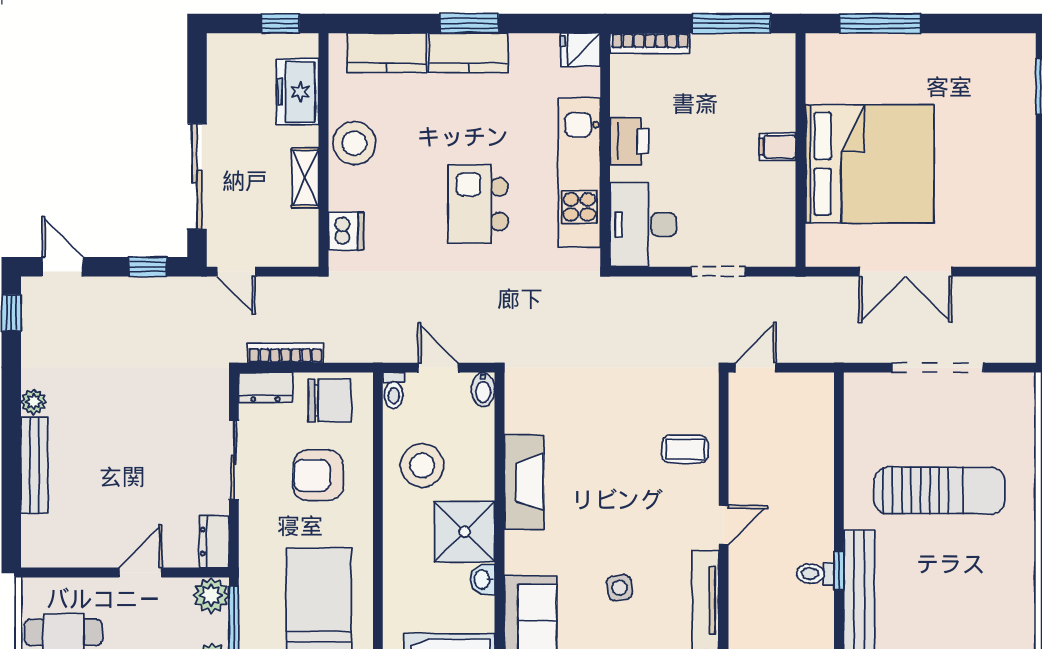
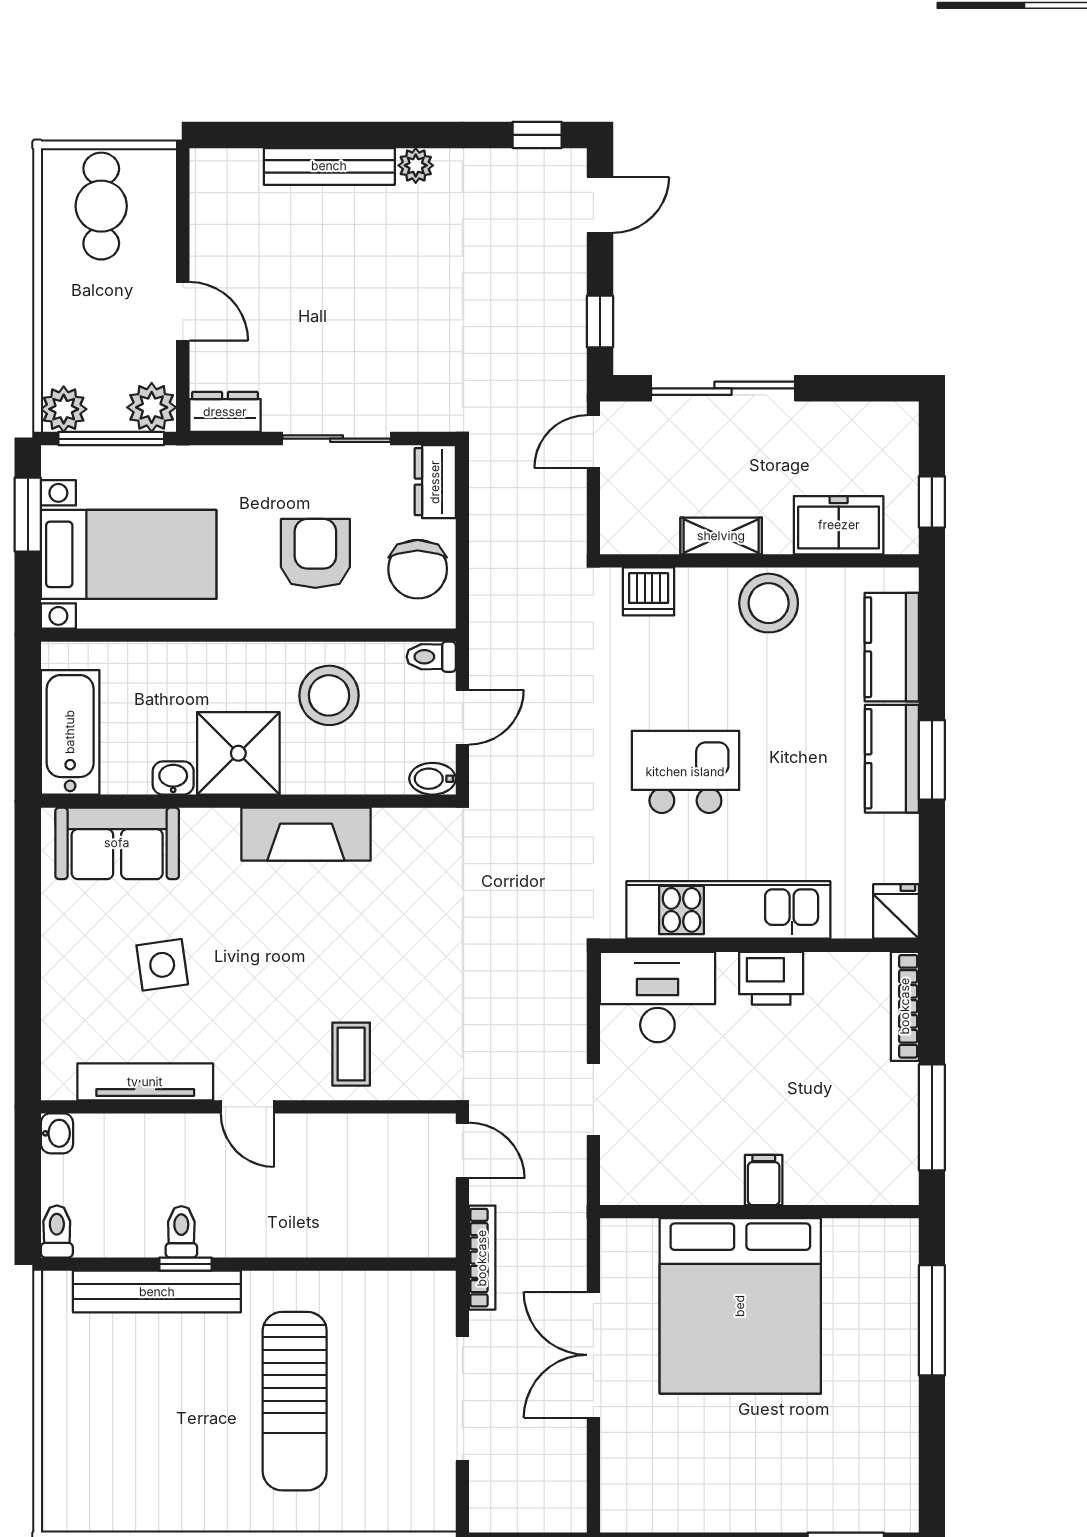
bookcase: (285, 353) -> (482, 1258), moved
side table: (620, 588) -> (162, 965), width x1.37, depth x1.37

